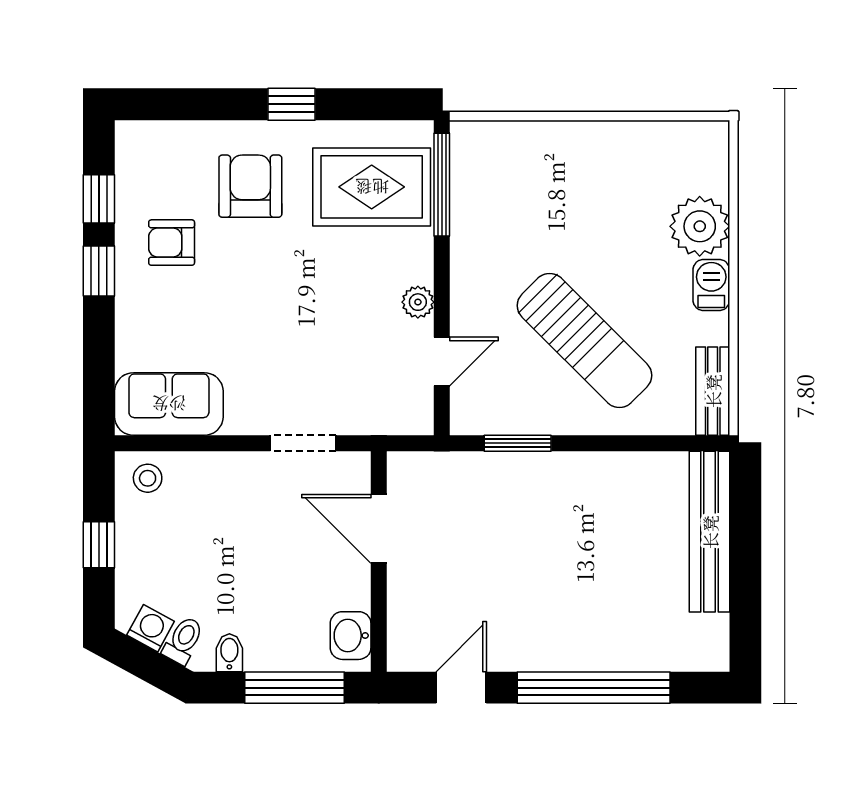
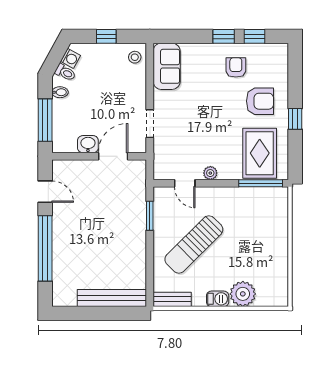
washbasin: (351, 636) -> (88, 144), moved

